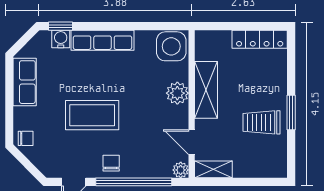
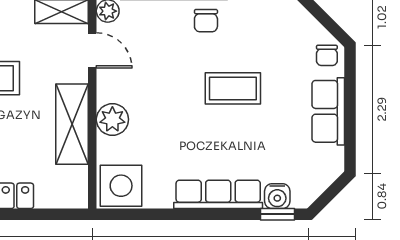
row of seats: (25, 82) -> (328, 111), moved
coffee table: (92, 115) -> (233, 88), width x0.73, depth x0.76
chair: (26, 138) -> (327, 55), turned -90

